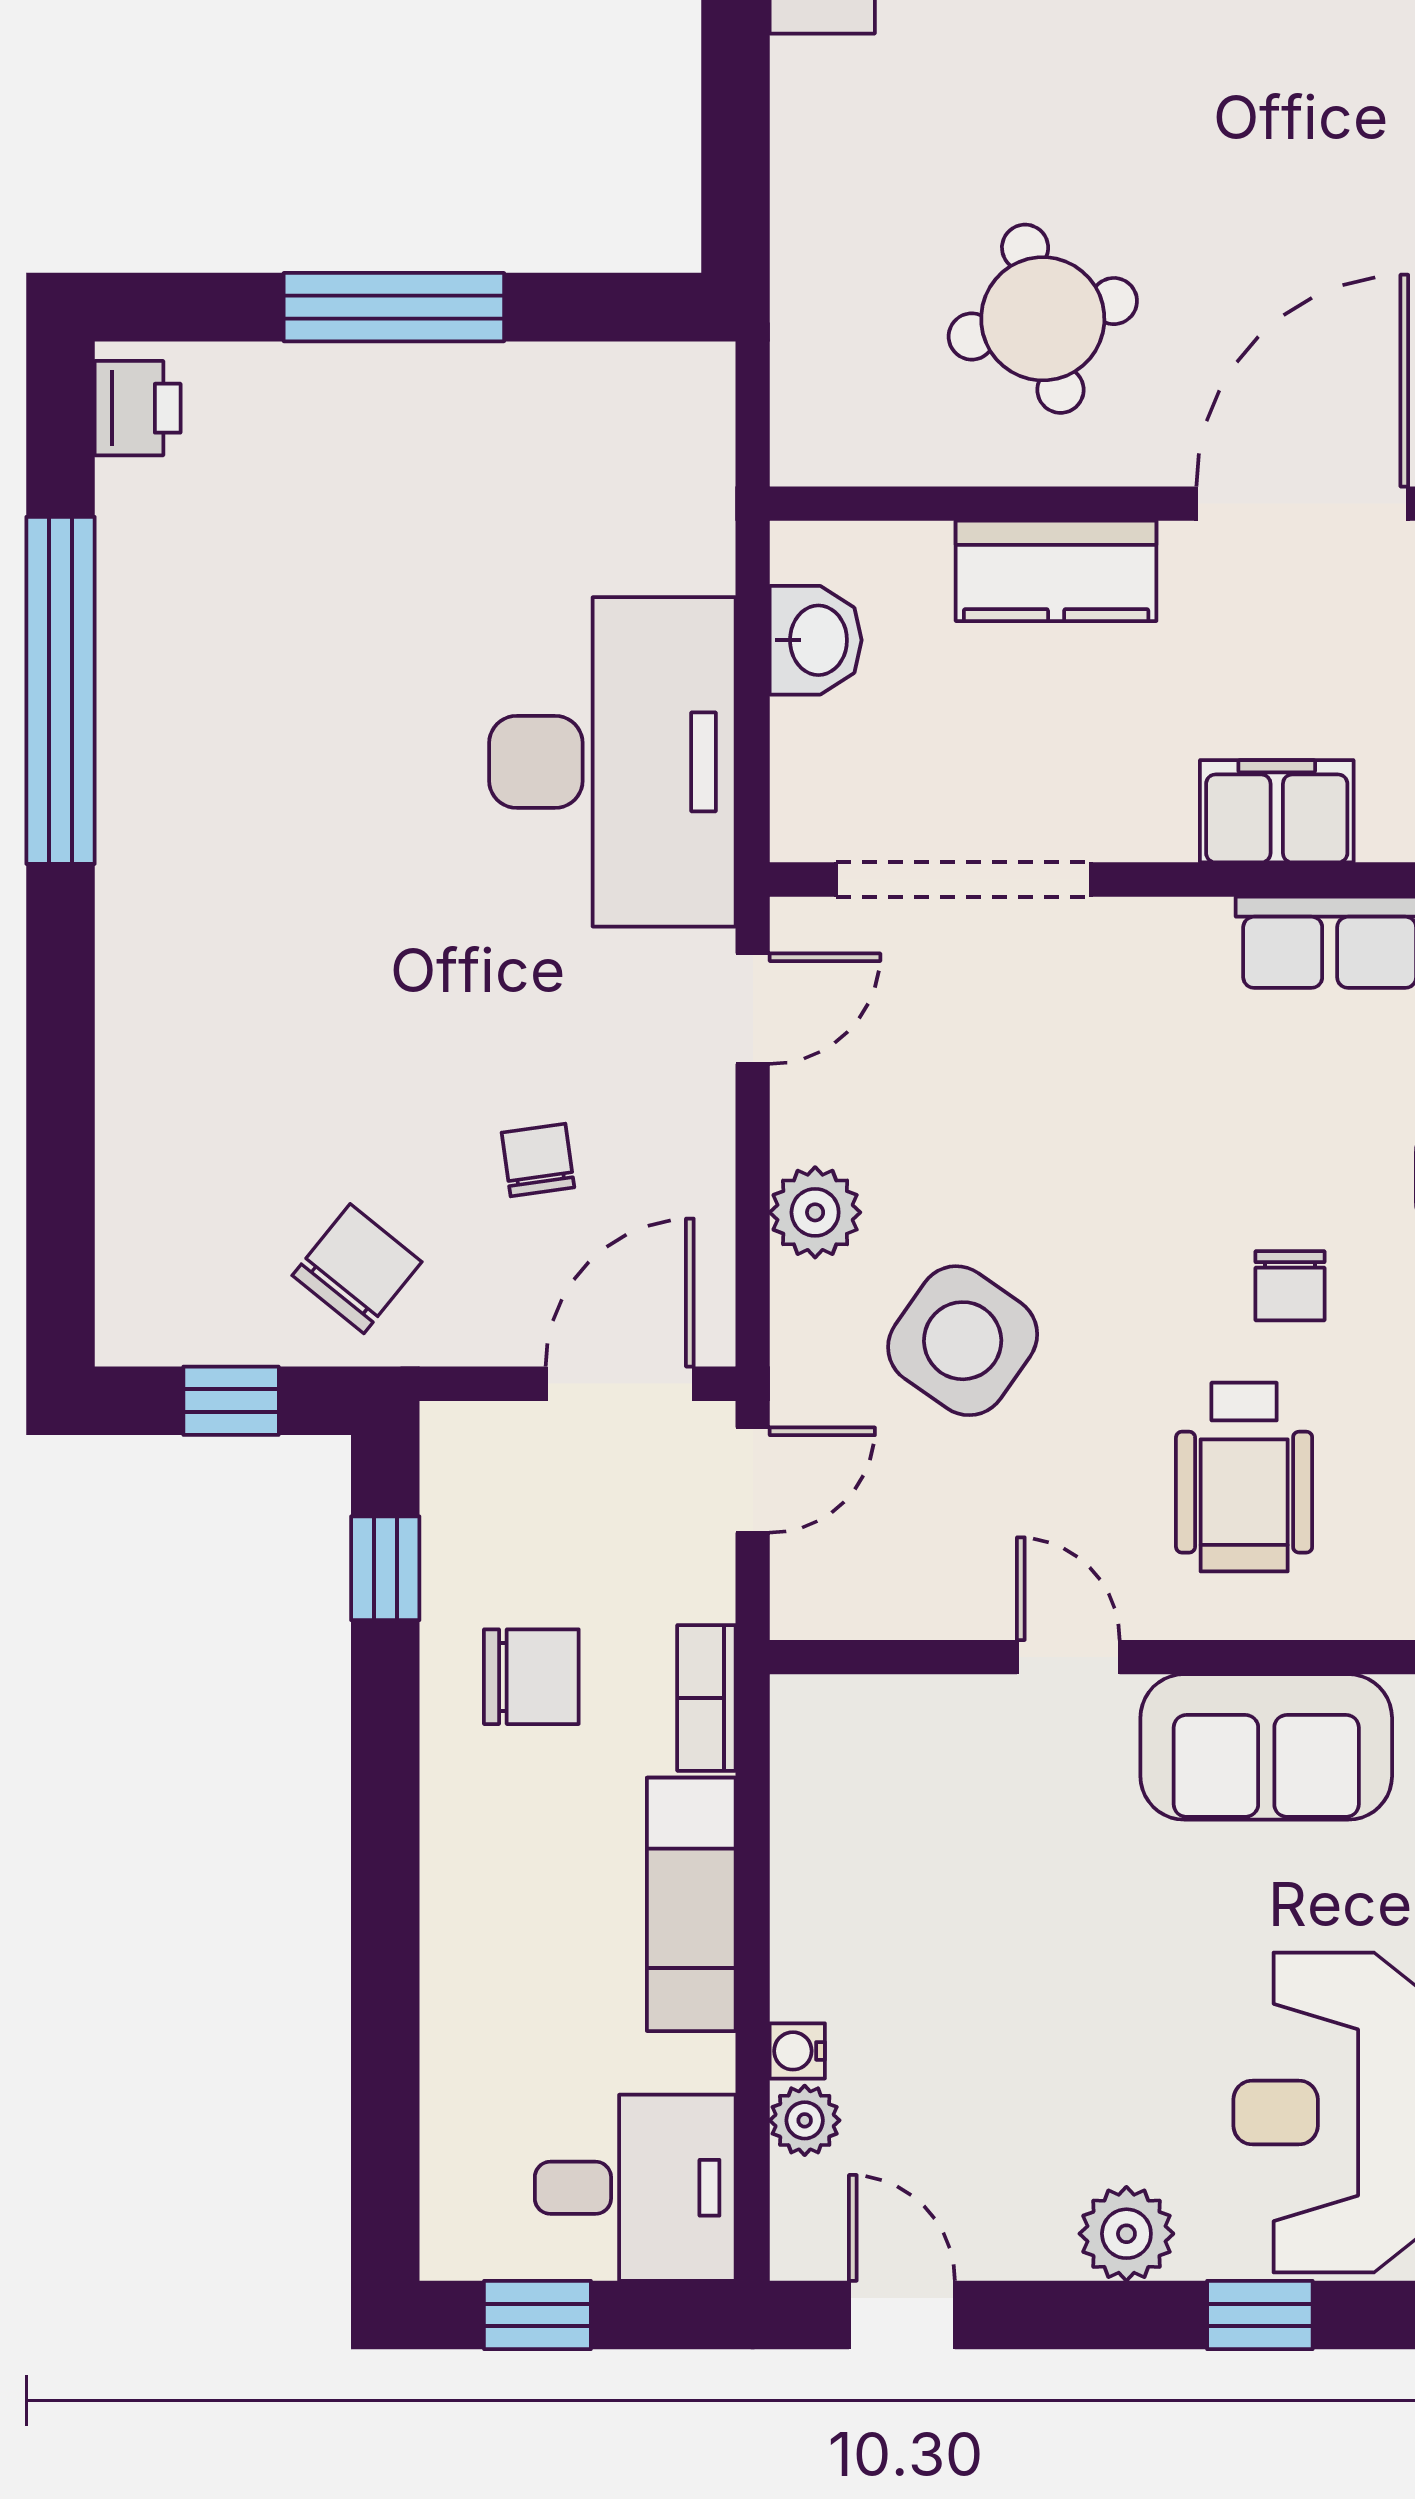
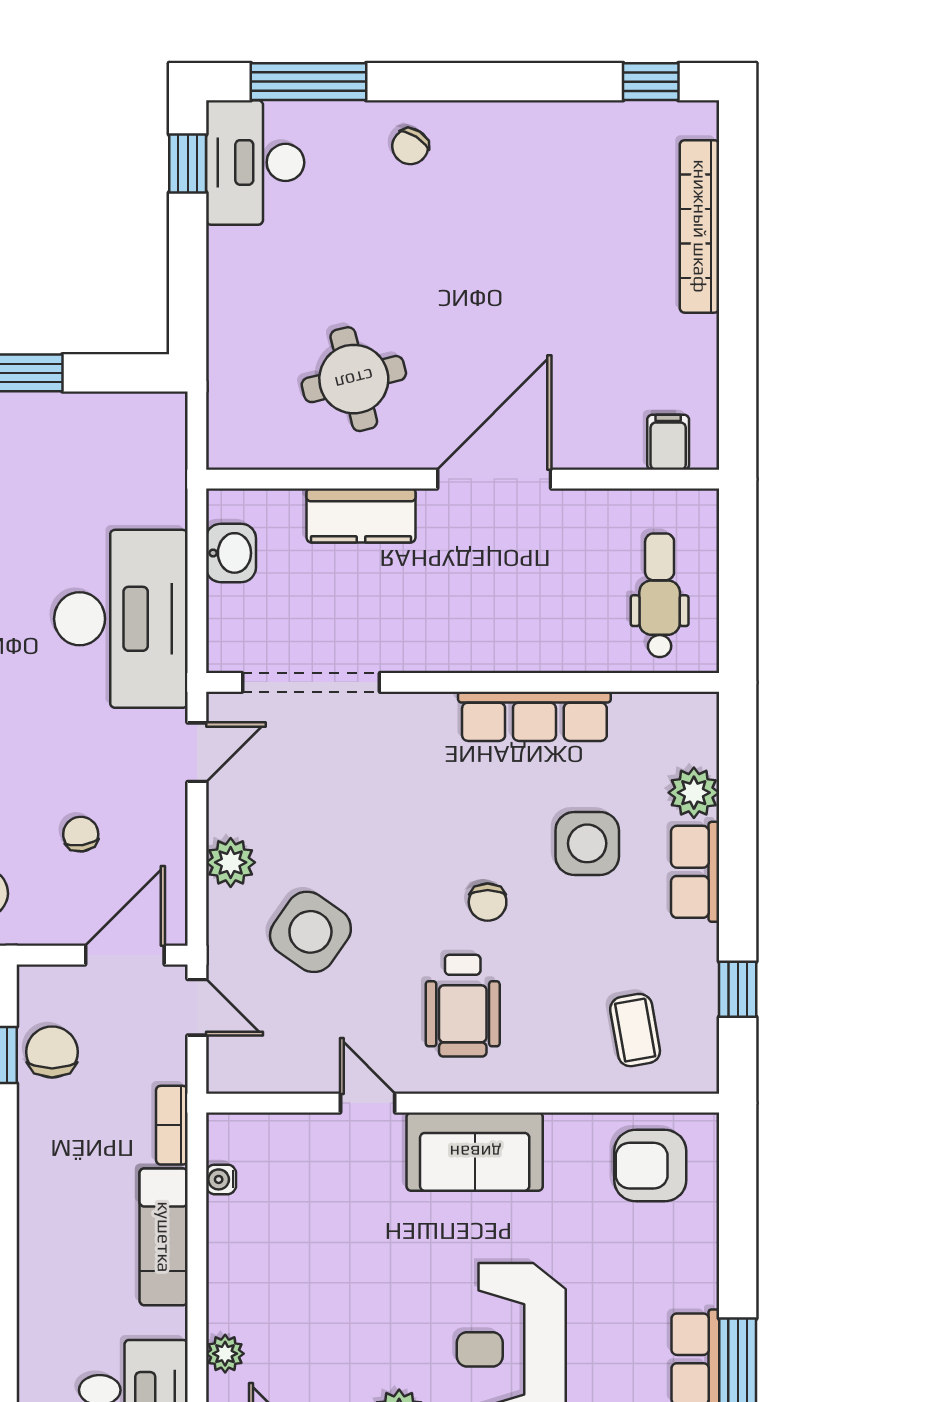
filing cabinet: (1277, 811) -> (480, 646), removed
door: (753, 1480) -> (197, 1007), hinge flipped
chair: (531, 1677) -> (52, 1052), moved, turned -90
water cooler: (797, 2051) -> (221, 1179), moved

